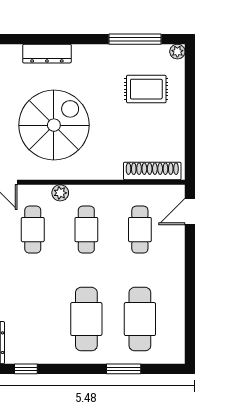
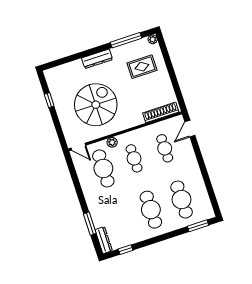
dresser: (47, 54) -> (97, 59), moved
cafe table: (33, 230) -> (103, 168), width x1.37, depth x1.35
window: (124, 369) -> (198, 226), moved

